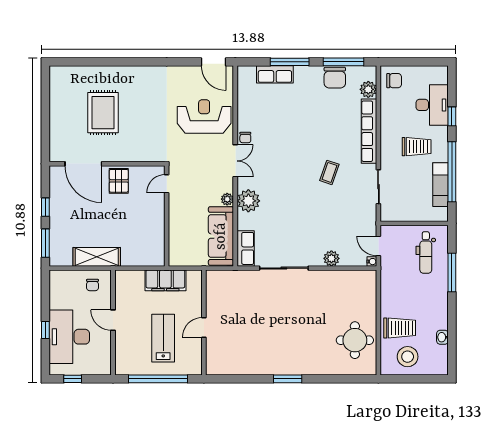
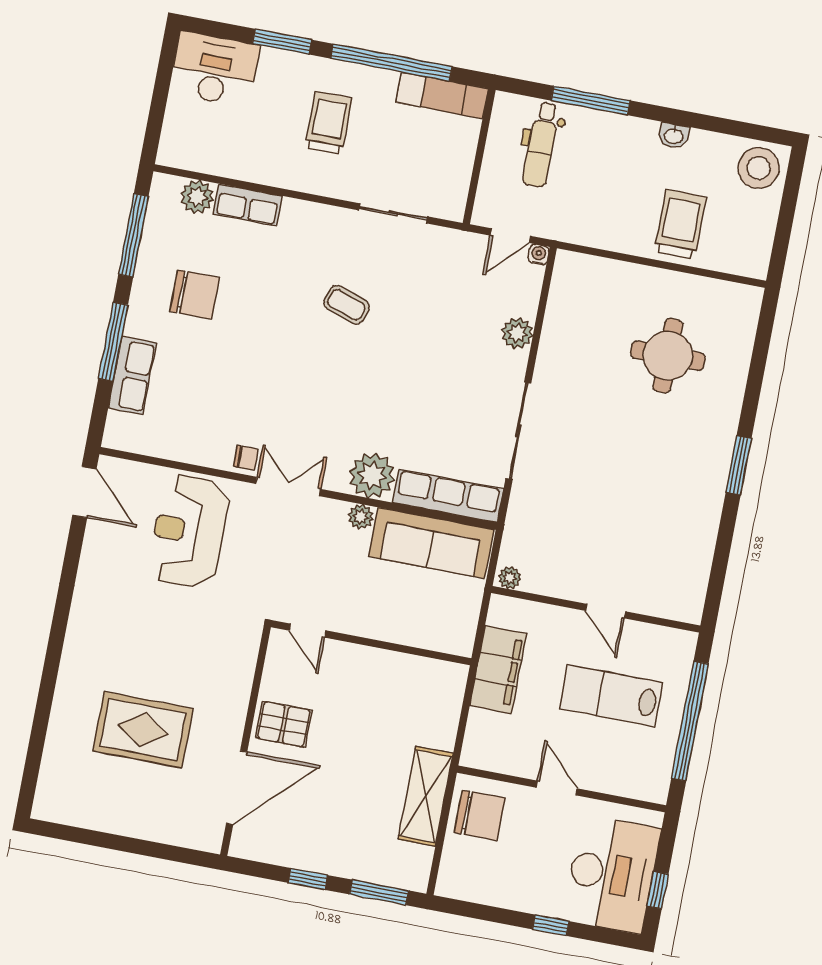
door: (214, 62) -> (84, 492), hinge flipped
chair: (335, 78) -> (195, 294), moved
chair: (394, 81) -> (189, 142), removed
desk: (432, 105) -> (214, 69), moved
window: (452, 116) -> (282, 42), width x1.50
row of seats: (369, 131) -> (248, 205), width x0.50
exam couch: (441, 185) -> (442, 96), moved
row of seats: (246, 248) -> (448, 496), width x1.48
dental chair: (426, 253) -> (541, 145), turned 90
plant: (211, 278) -> (510, 578), added
chair: (93, 285) -> (480, 815), width x1.87, depth x1.87
door: (113, 320) -> (557, 788), swing flipped
desk: (69, 337) -> (612, 874), moved, turned -90
washbasin: (442, 337) -> (674, 136), moved
round table: (355, 340) -> (668, 356), moved
stool: (408, 357) -> (759, 168), moved

